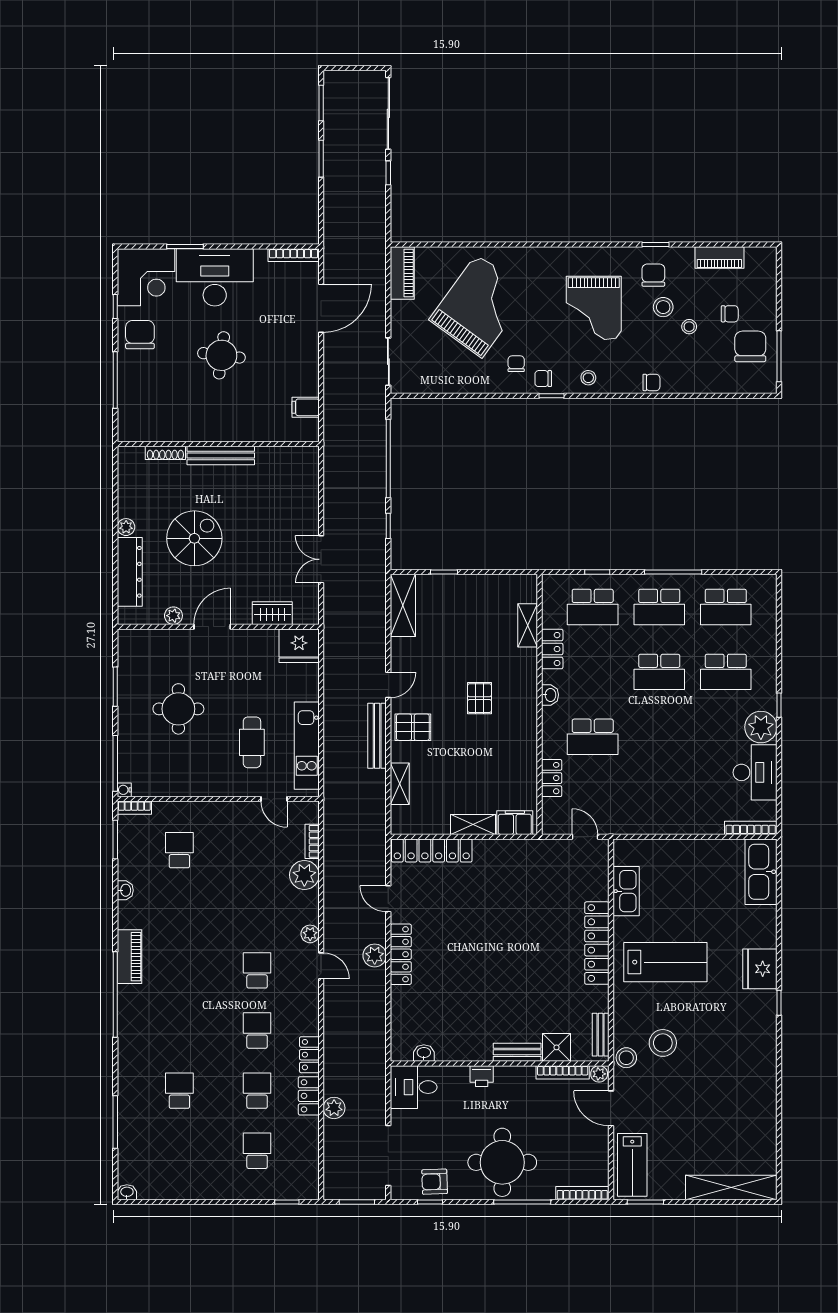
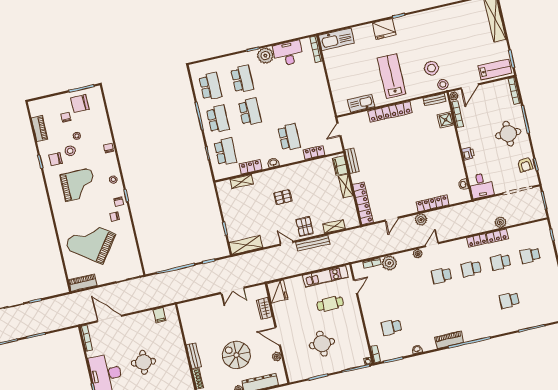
bench: (221, 455) -> (194, 356), width x0.73
locker: (401, 954) -> (433, 203), moved
bench: (517, 1052) -> (352, 161), moved
round table: (502, 1162) -> (508, 134), width x0.73, depth x0.73

